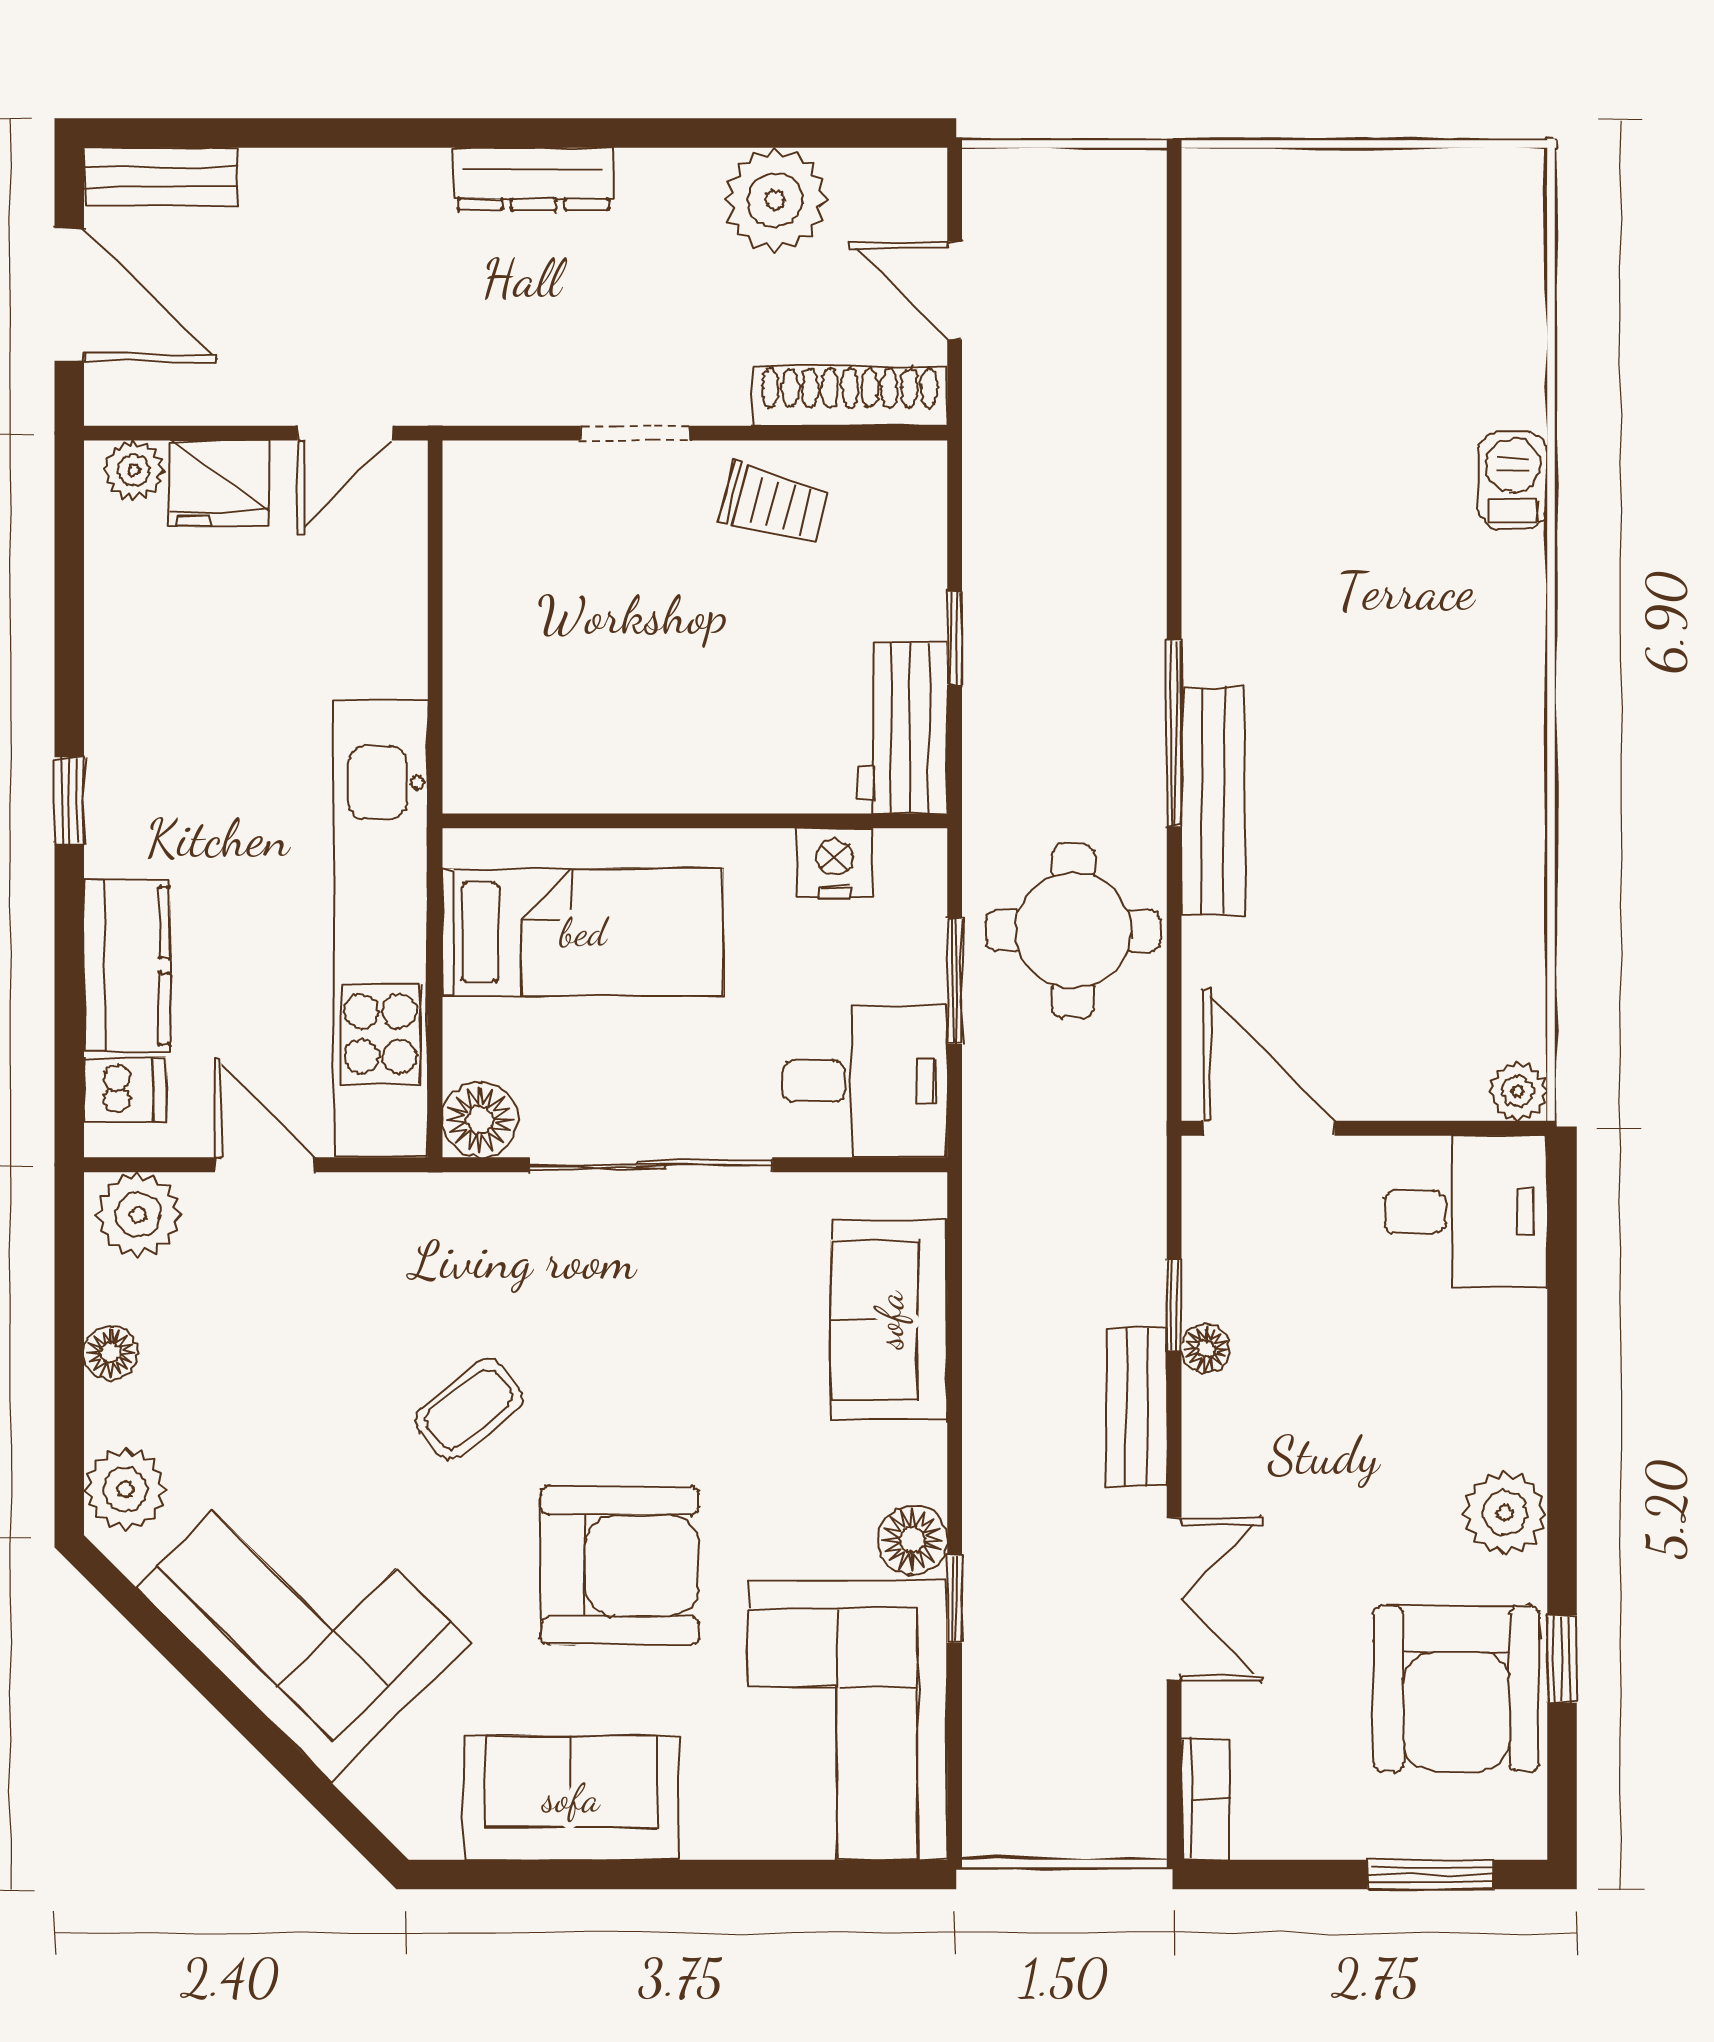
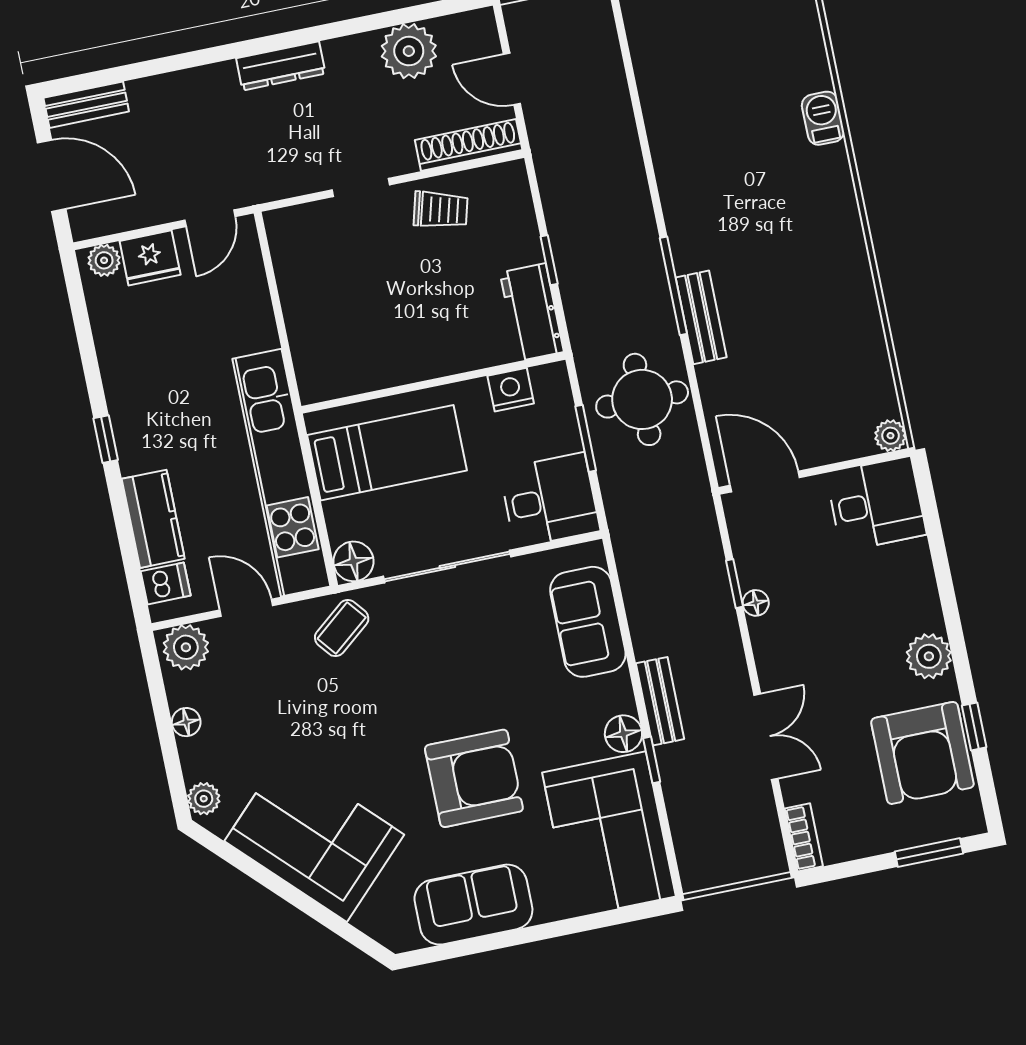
bench: (1213, 802) -> (701, 317), width x0.73
bench: (1137, 1407) -> (660, 701), moved
coffee table: (469, 1409) -> (342, 628), moved
plant: (125, 1489) -> (204, 799), width x0.73, depth x0.73

